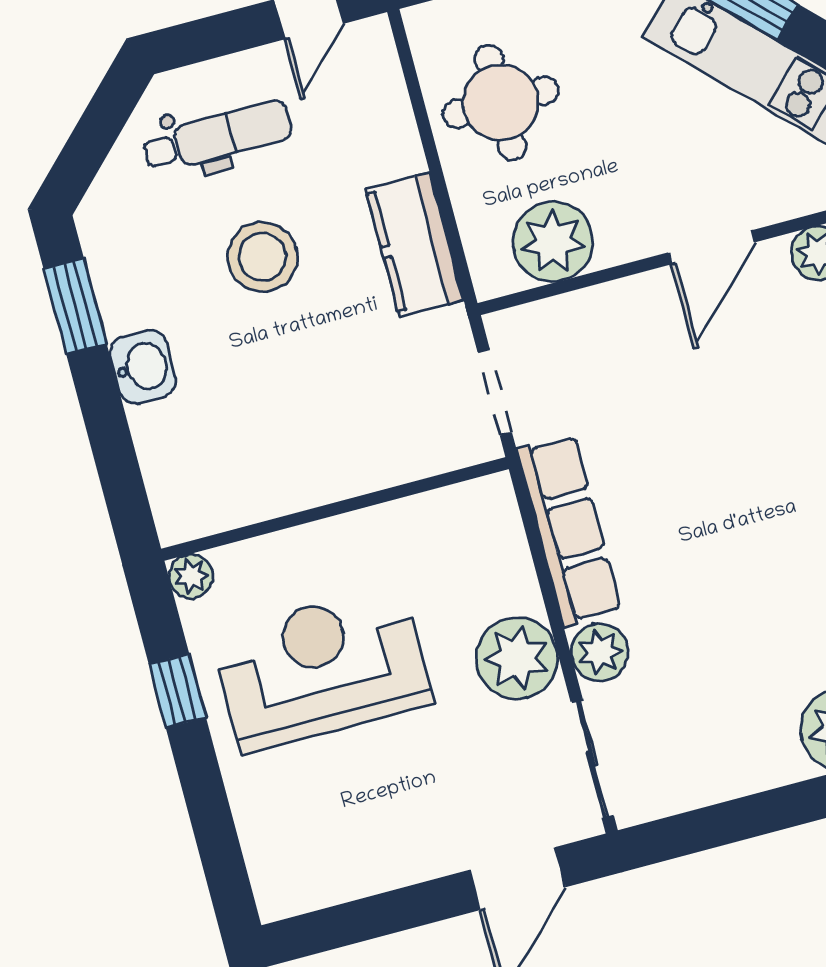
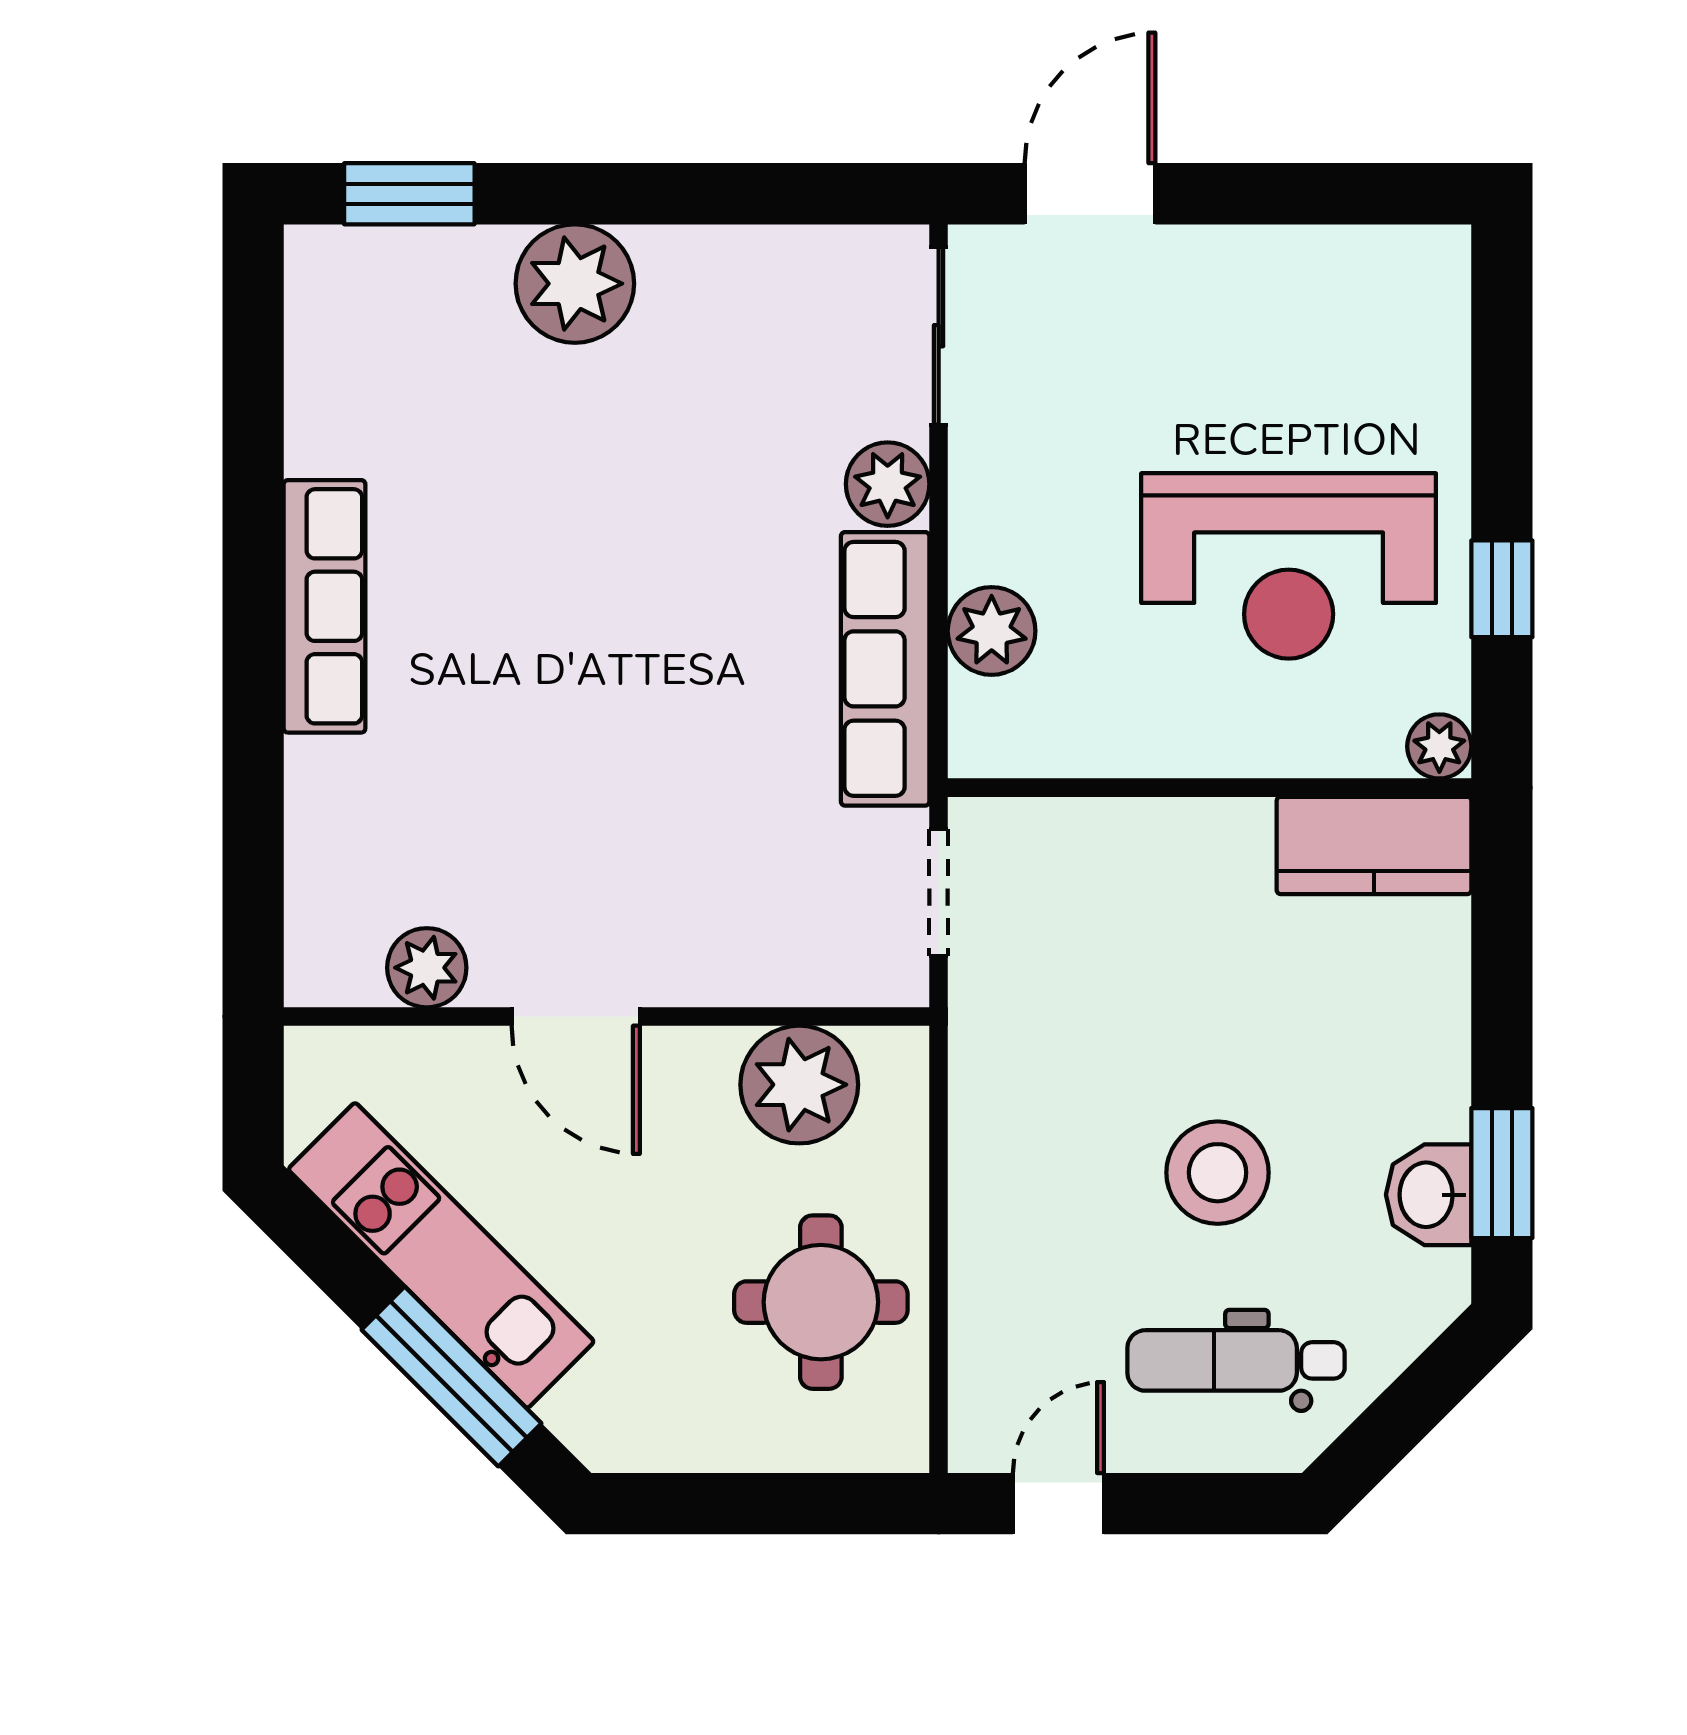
kitchen counter: (415, 244) -> (1374, 845), moved, turned 90
door: (712, 247) -> (576, 1017), swing flipped
washbasin: (143, 367) -> (1429, 1195), moved
plant: (517, 658) -> (992, 631), moved, width x0.73, depth x0.73

